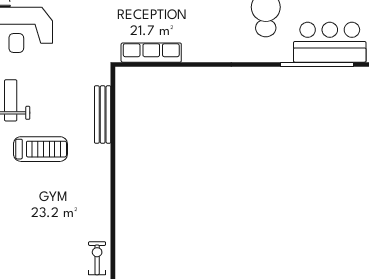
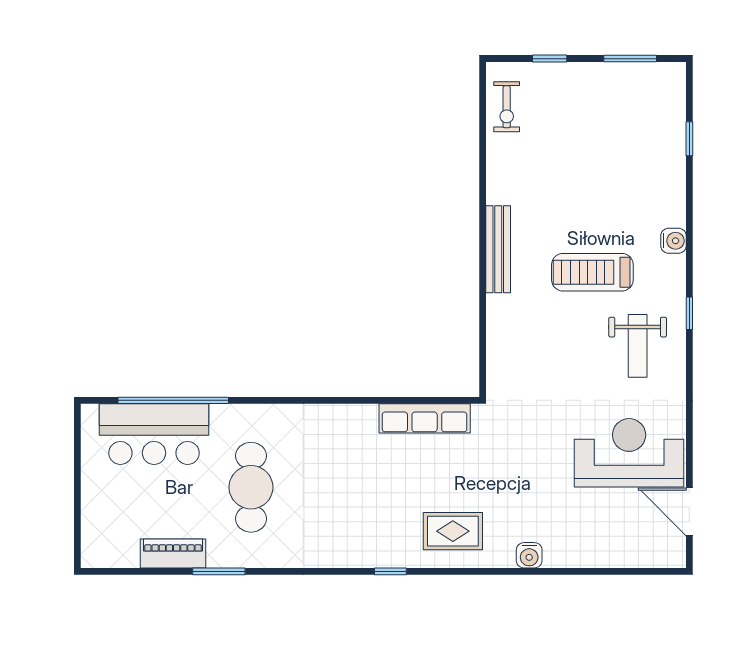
bench: (103, 115) -> (498, 249), moved

